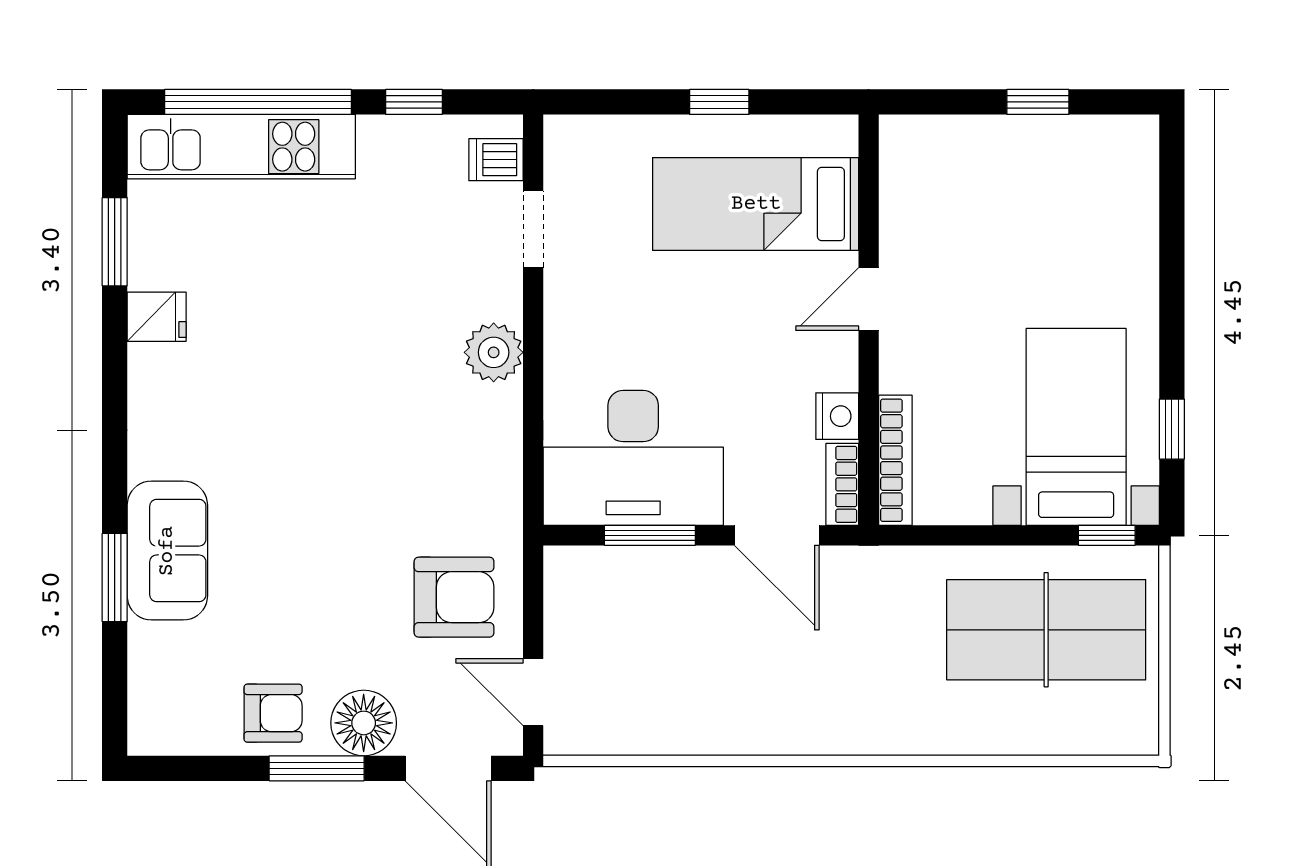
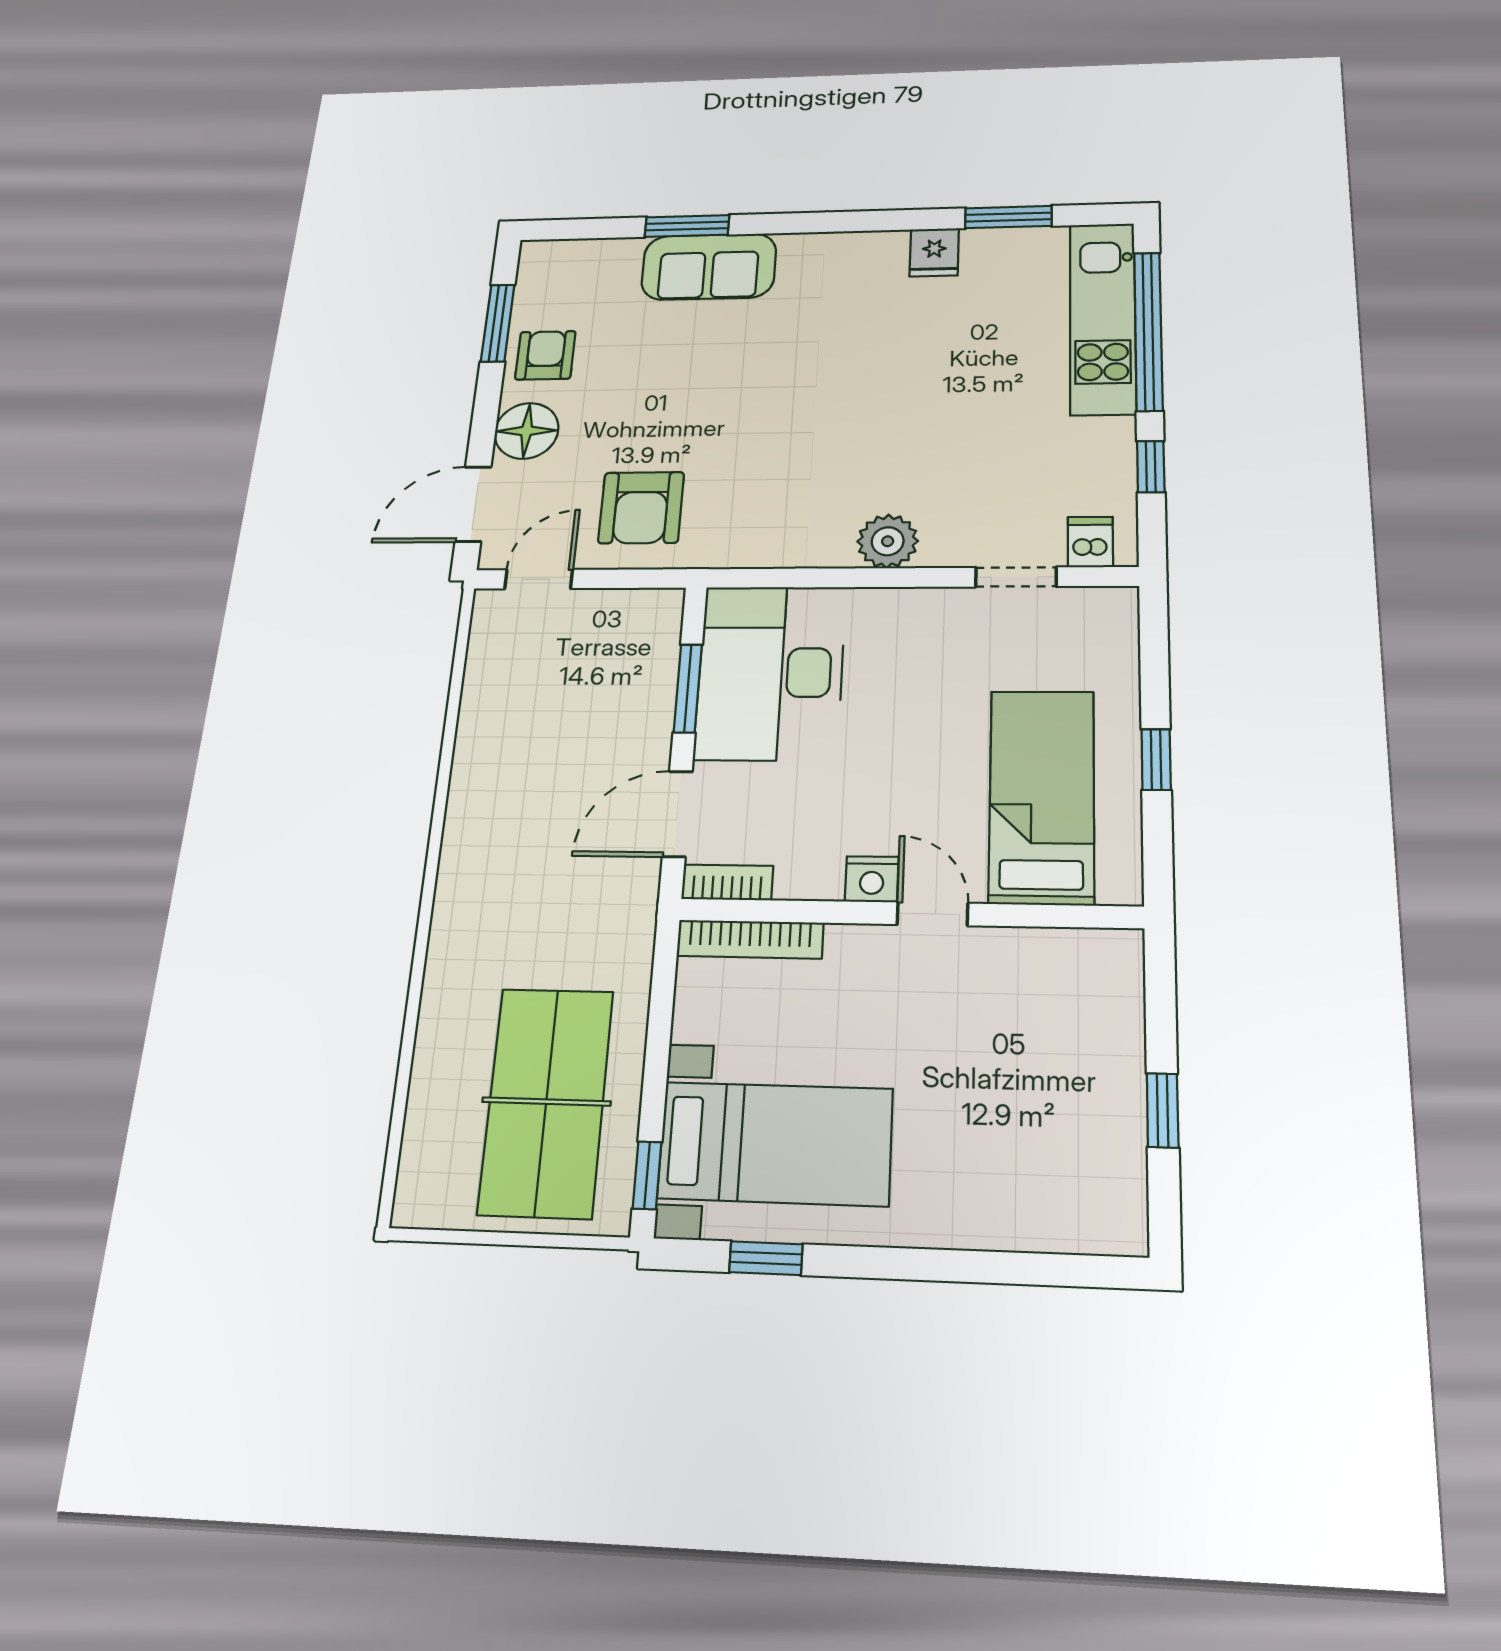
nightstand: (837, 416) -> (872, 879), moved
armchair: (273, 713) -> (545, 355), turned 180
window: (317, 768) -> (498, 323), moved

